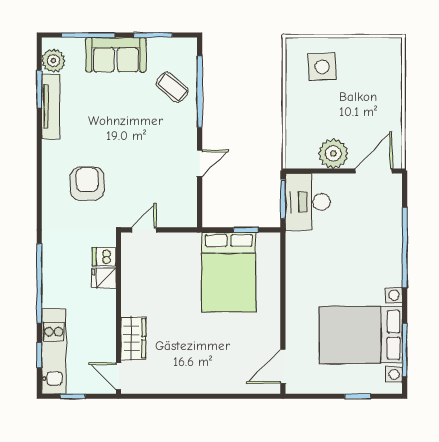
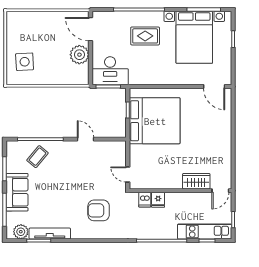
rug: (363, 257) -> (145, 36), added
bed: (229, 272) -> (155, 121), width x1.36

